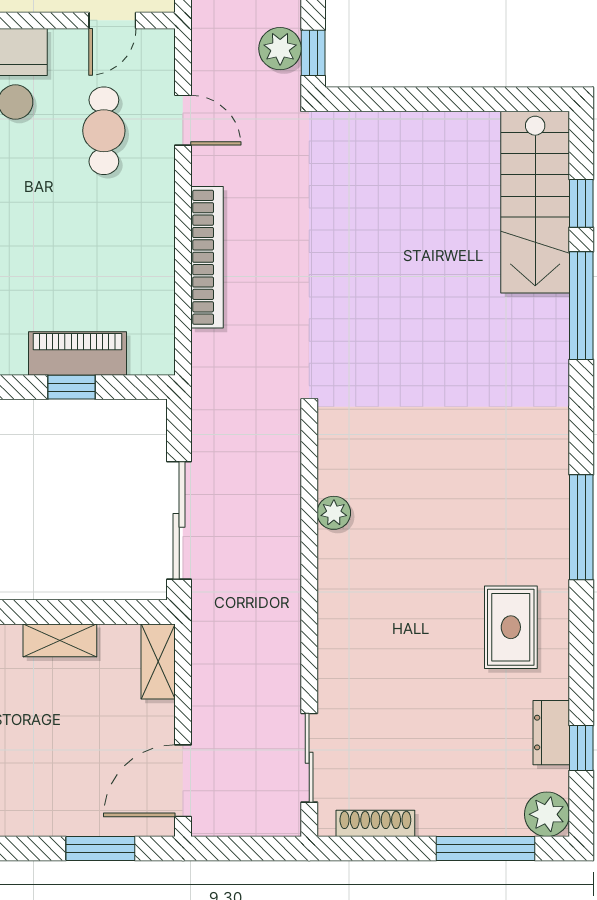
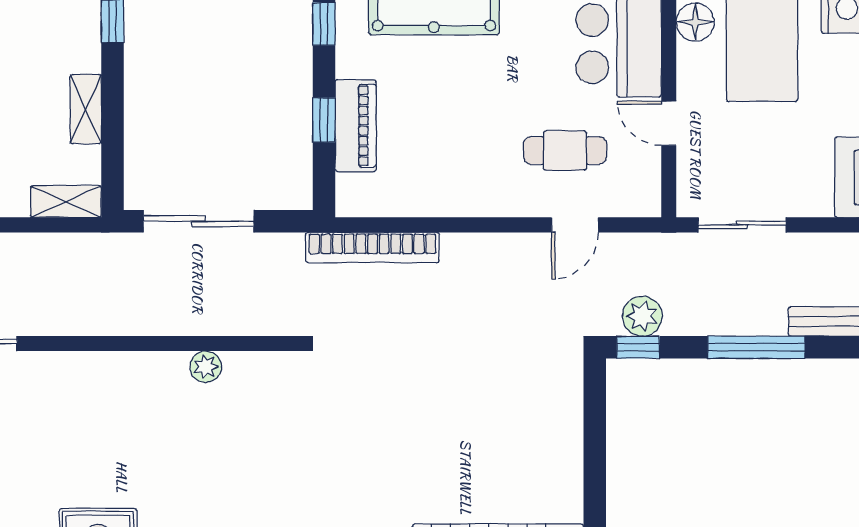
door: (112, 20) -> (669, 123), moved
bookcase: (207, 257) -> (373, 247), moved

